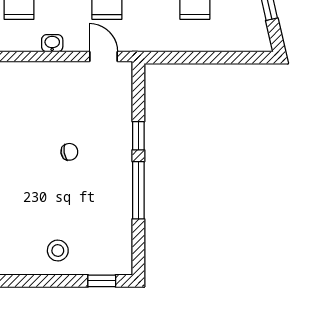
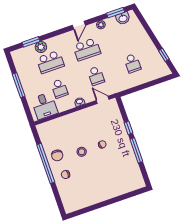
stool: (58, 250) -> (82, 152), moved
window: (102, 281) -> (134, 193), removed

